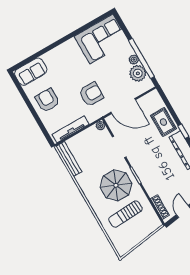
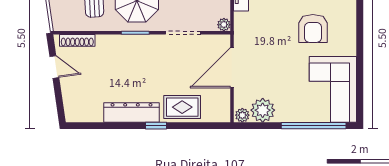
window: (141, 58) -> (314, 126), moved
plant: (134, 60) -> (242, 115), moved
armchair: (91, 94) -> (313, 29), moved

